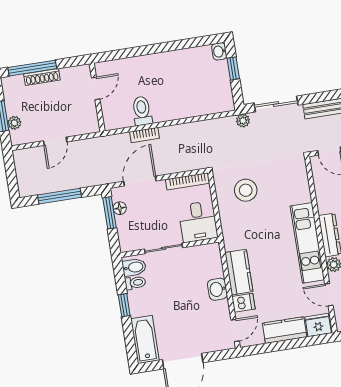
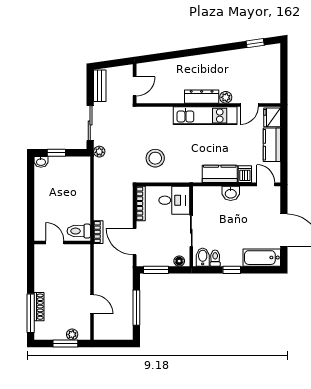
door: (96, 88) -> (55, 242), moved
wall: (97, 97) -> (62, 242), moved
floor lamp: (120, 208) -> (179, 261), moved

